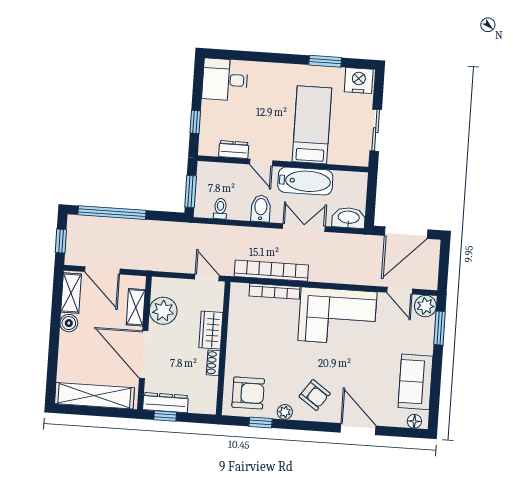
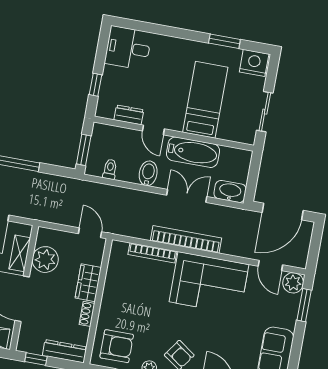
bookcase: (271, 271) -> (186, 239), moved
dresser: (165, 403) -> (65, 351), moved

